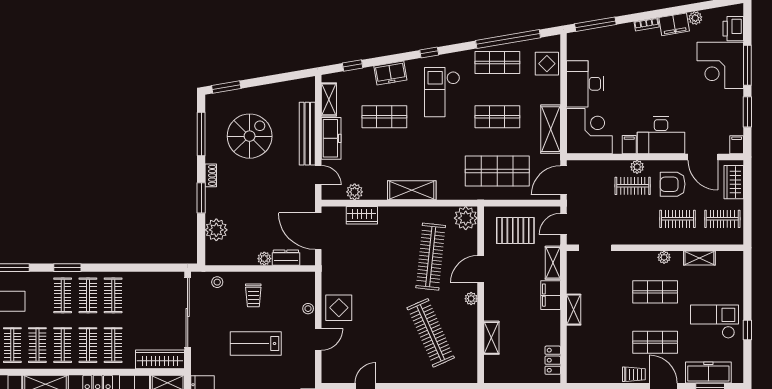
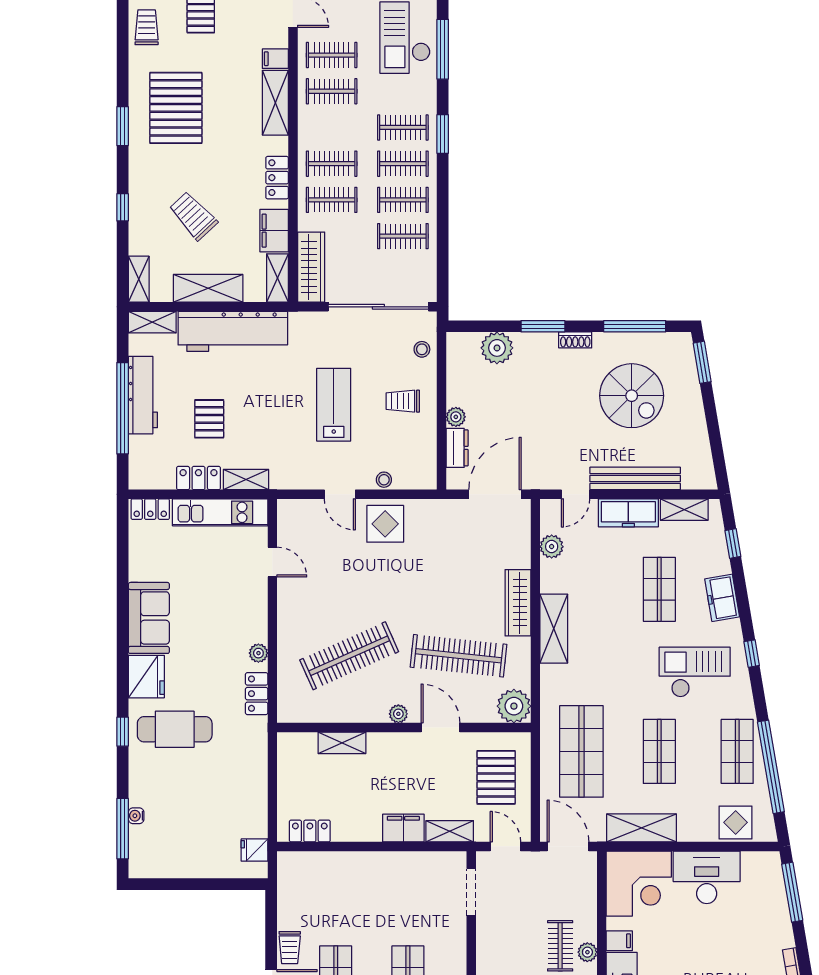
wardrobe: (362, 215) -> (518, 603), moved, width x1.50
shelving: (574, 310) -> (383, 861), removed
clothes rail: (63, 345) -> (403, 236), moved

